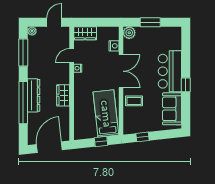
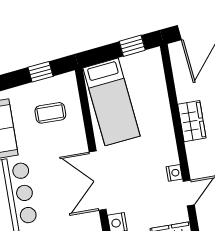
coffee table: (134, 101) -> (50, 113), moved
window: (101, 141) -> (132, 46), moved

